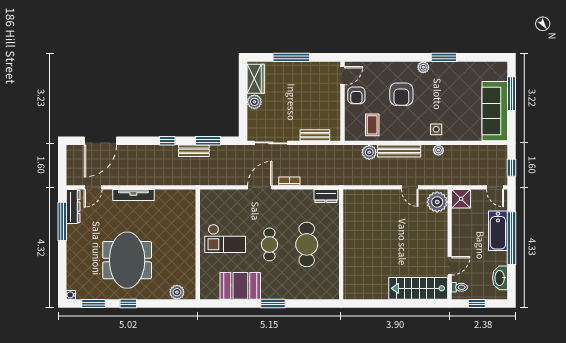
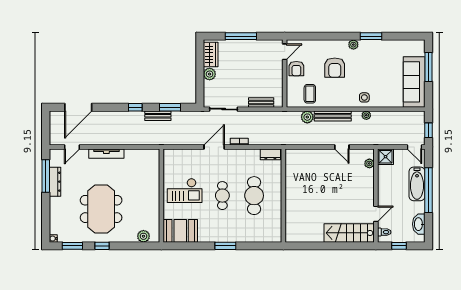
plant: (437, 202) -> (369, 163), width x0.53, depth x0.53
dresser: (73, 207) -> (55, 182), moved
booth: (240, 286) -> (180, 231), moved

